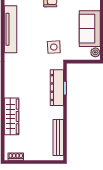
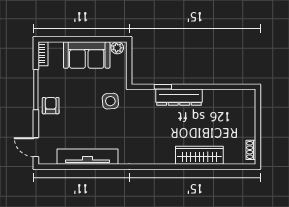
dresser: (57, 88) -> (179, 97), moved
bench: (58, 138) -> (226, 95), removed

